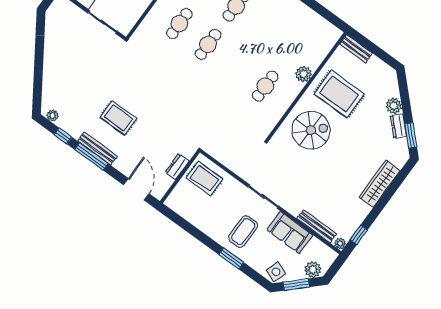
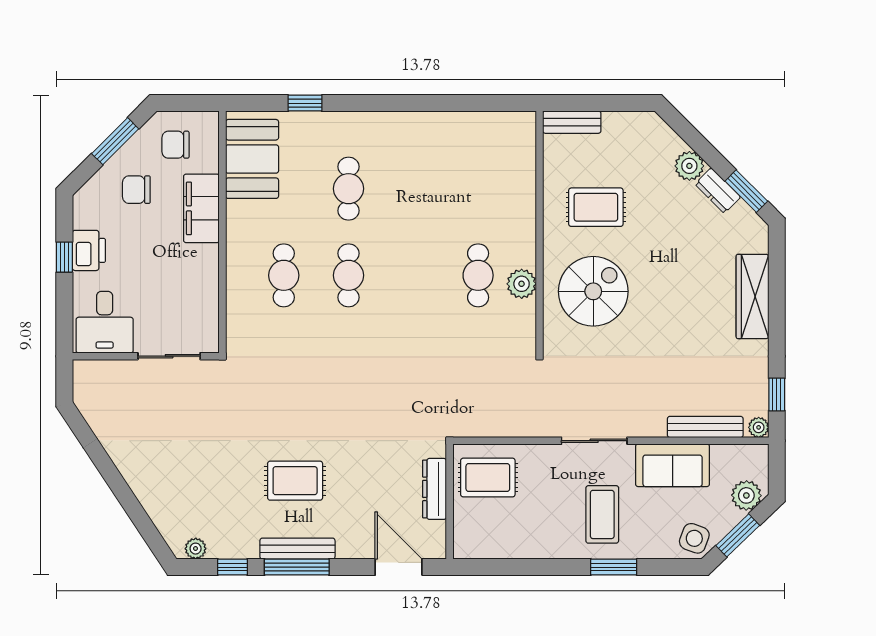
plant: (303, 74) -> (522, 284), moved
rug: (339, 94) -> (596, 207), width x0.73, depth x0.70
dresser: (177, 166) -> (434, 489), width x1.44

